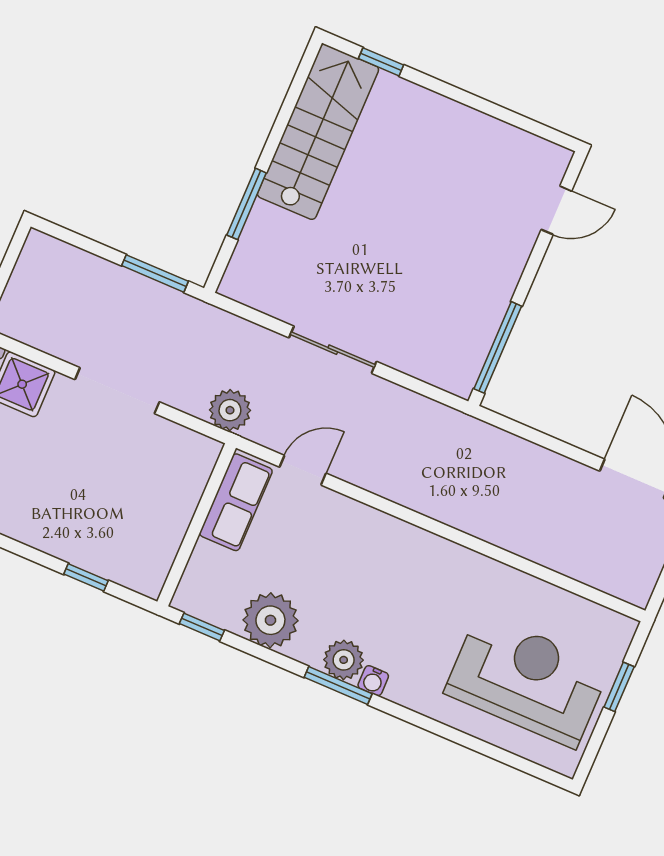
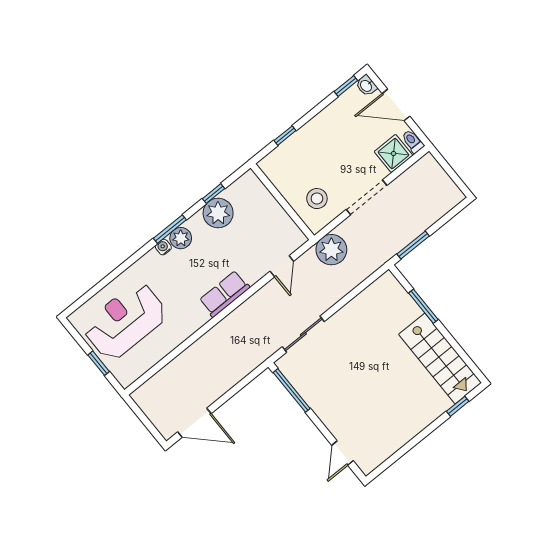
sliding door: (333, 350) -> (303, 334), moved
plant: (230, 410) -> (331, 250), width x1.36, depth x1.36
stool: (162, 471) -> (317, 199), added
row of seats: (236, 502) -> (224, 294), moved, turned 90
window: (202, 627) -> (214, 194), moved
reception desk: (527, 680) -> (125, 321), turned 180

